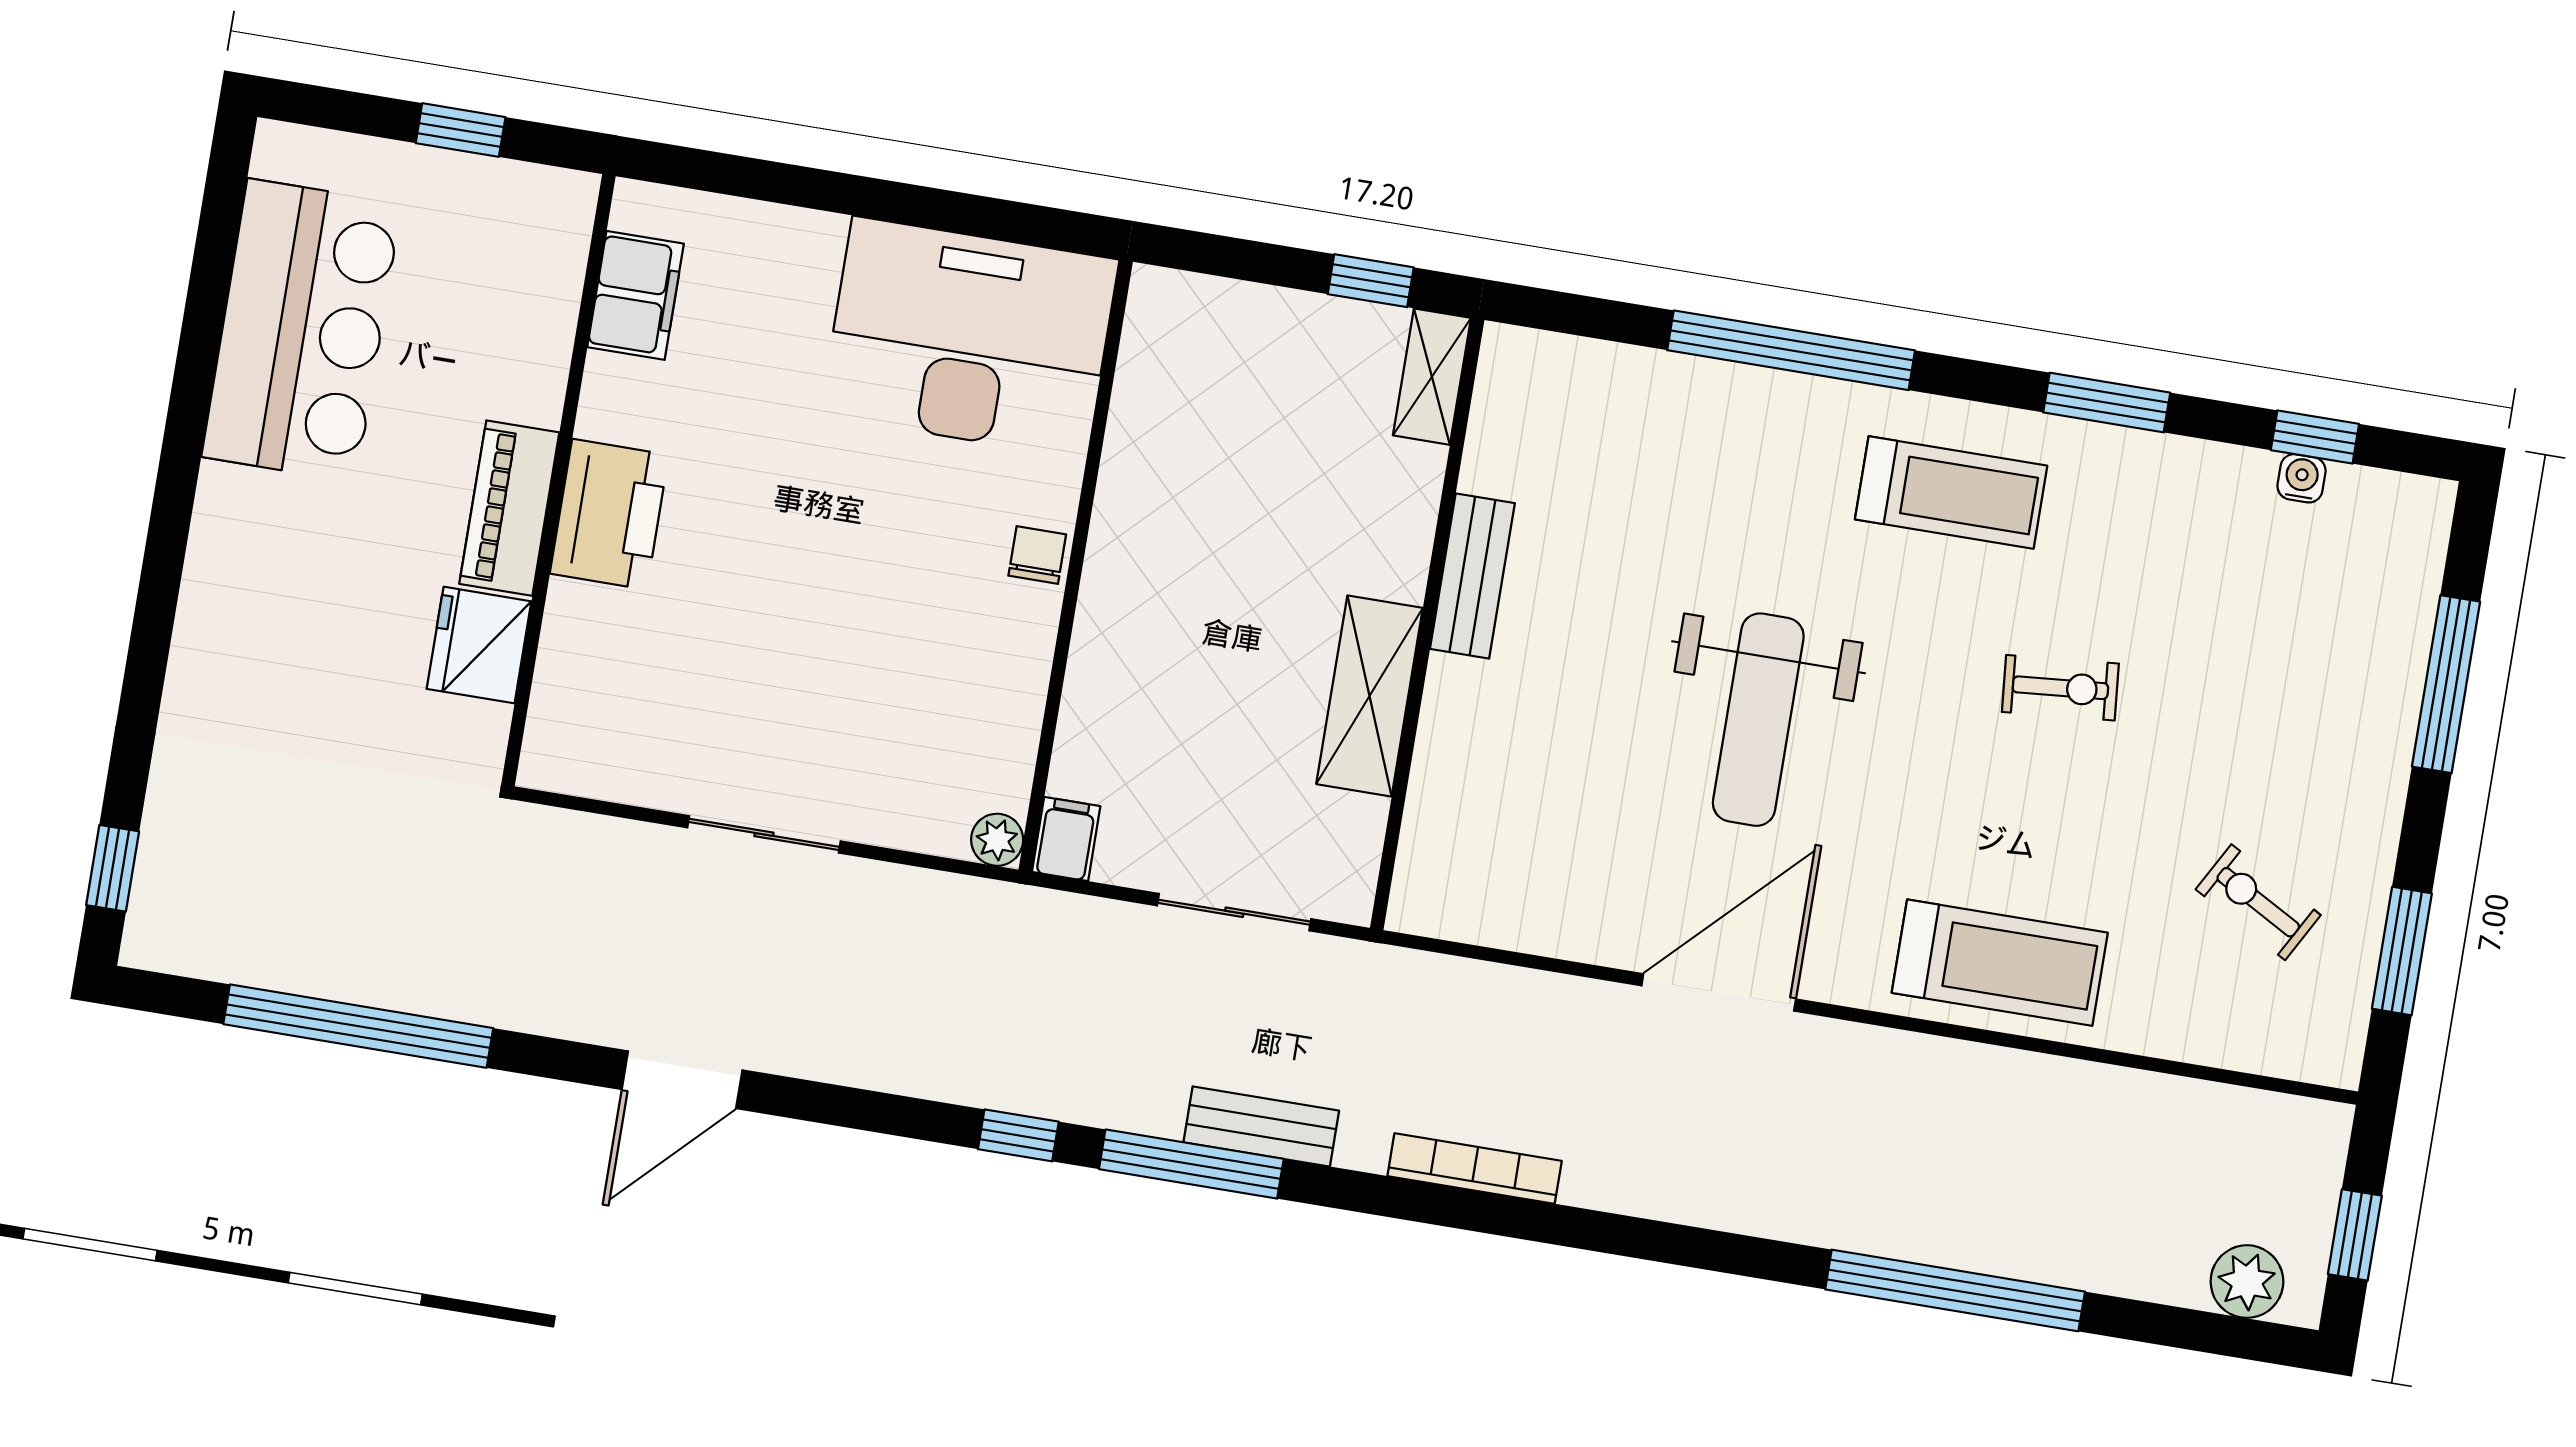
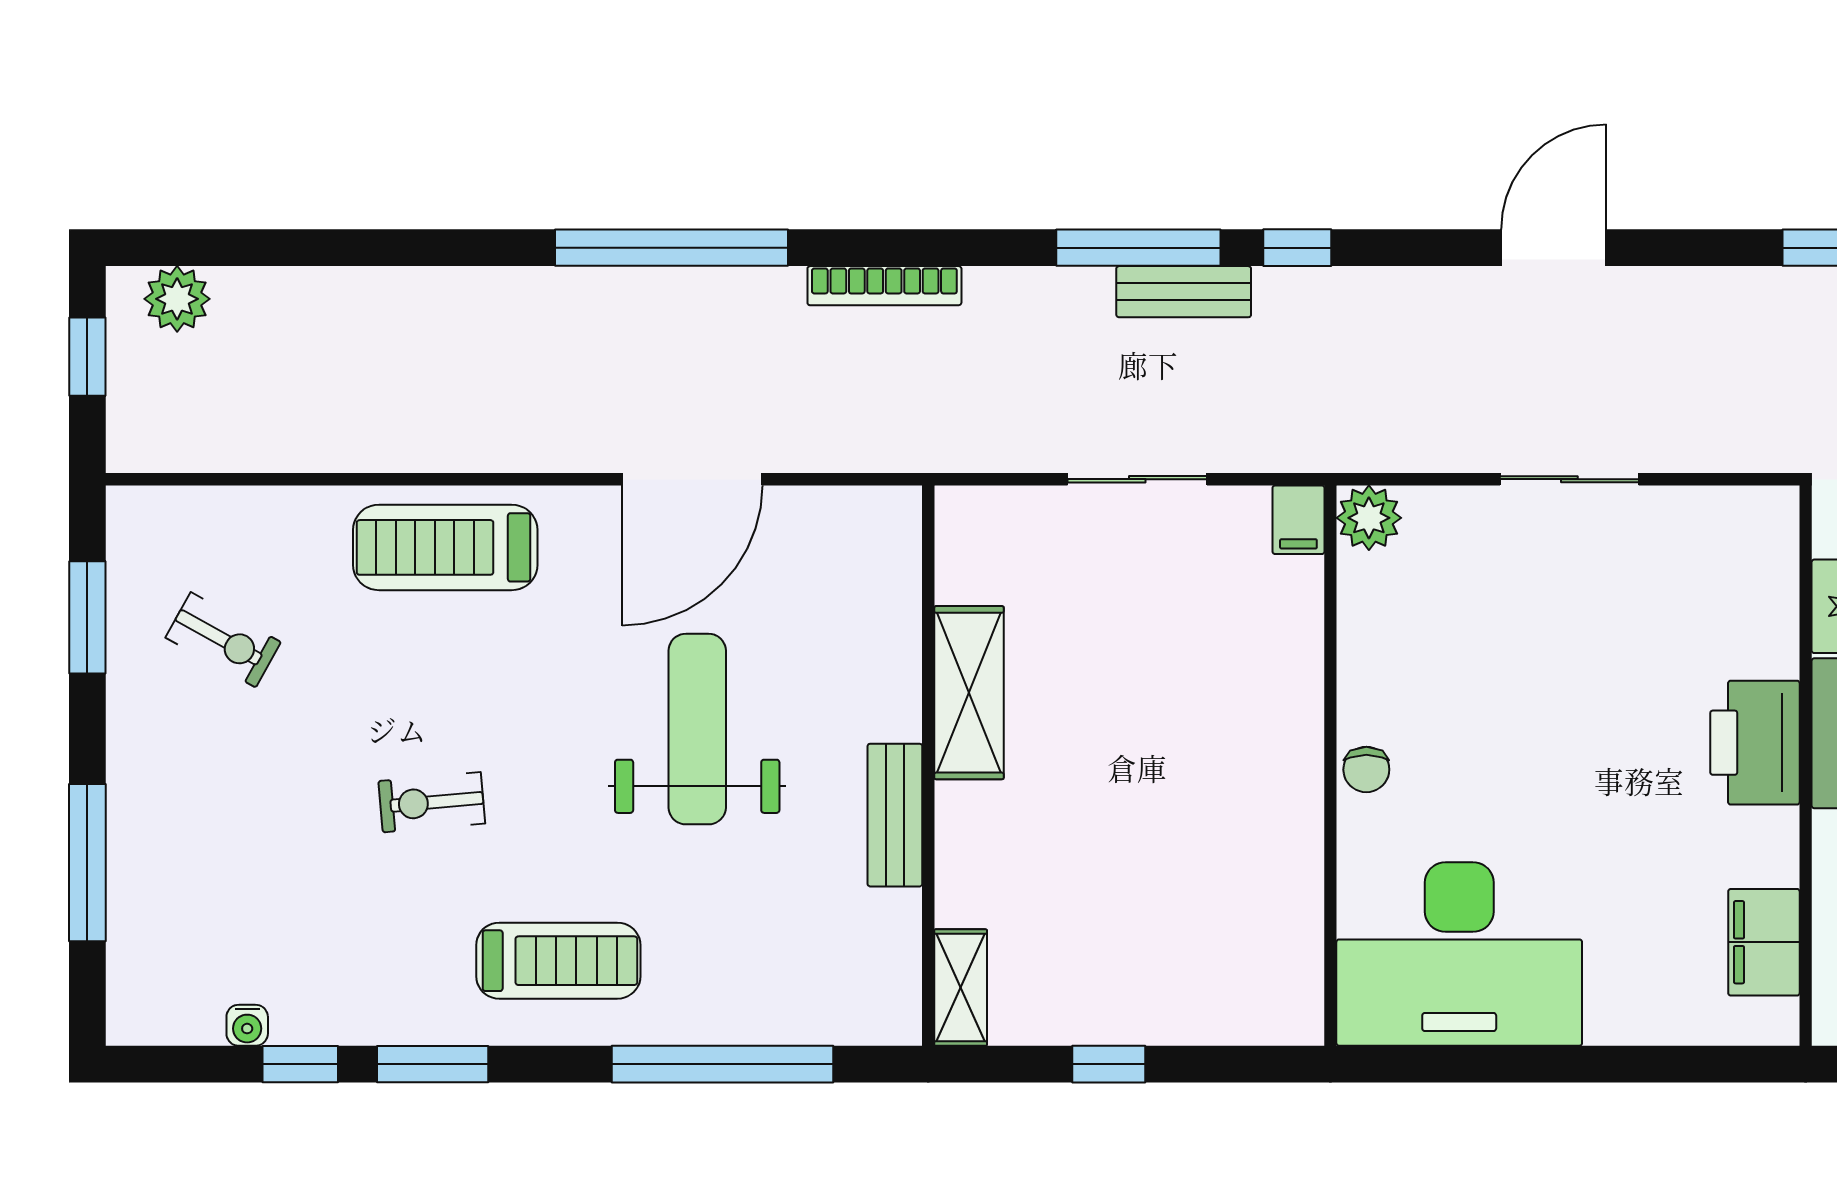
shelving: (1432, 377) -> (961, 988), moved
window: (2315, 437) -> (300, 1064), moved
treadmill: (1951, 493) -> (558, 961), turned 180
bench: (1472, 576) -> (895, 815), moved
wall: (1427, 624) -> (928, 766), moved
shelving: (1370, 696) -> (969, 693), moved
plant: (997, 840) -> (1369, 518), width x1.38, depth x1.38
door: (682, 1080) -> (1554, 248), moved
bench: (1261, 1126) -> (1184, 292), moved
window: (1955, 1290) -> (671, 248), moved

